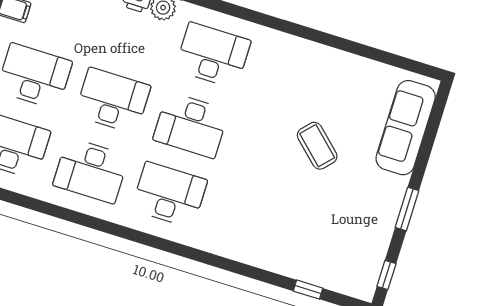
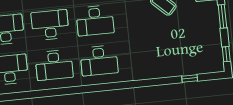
desk: (169, 195) -> (99, 60), turned 180

